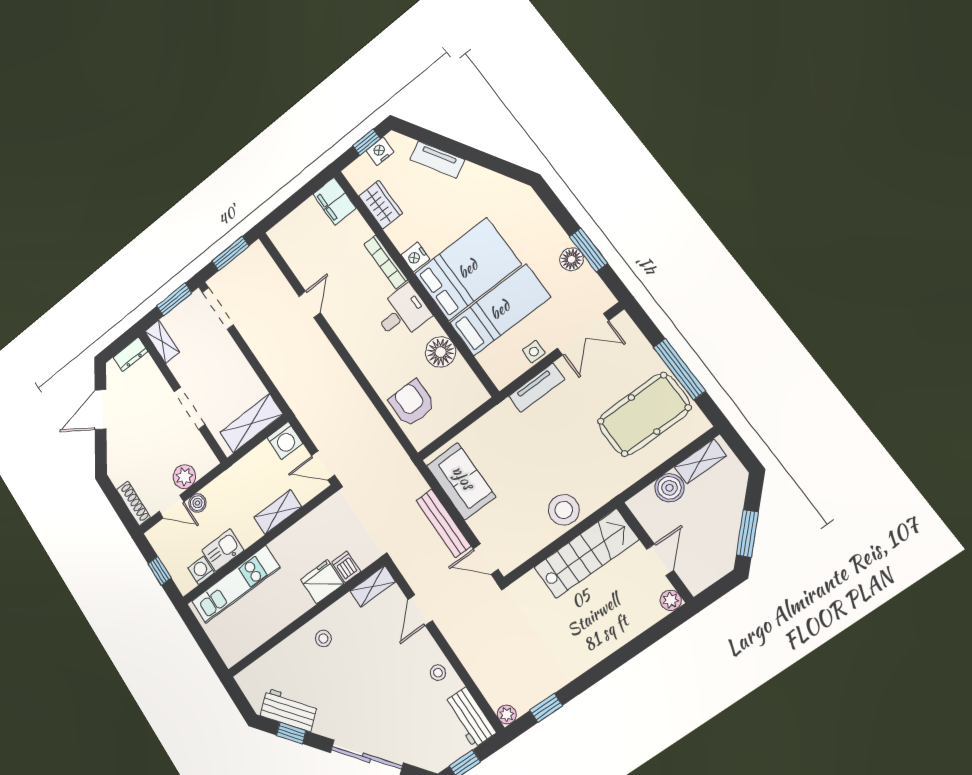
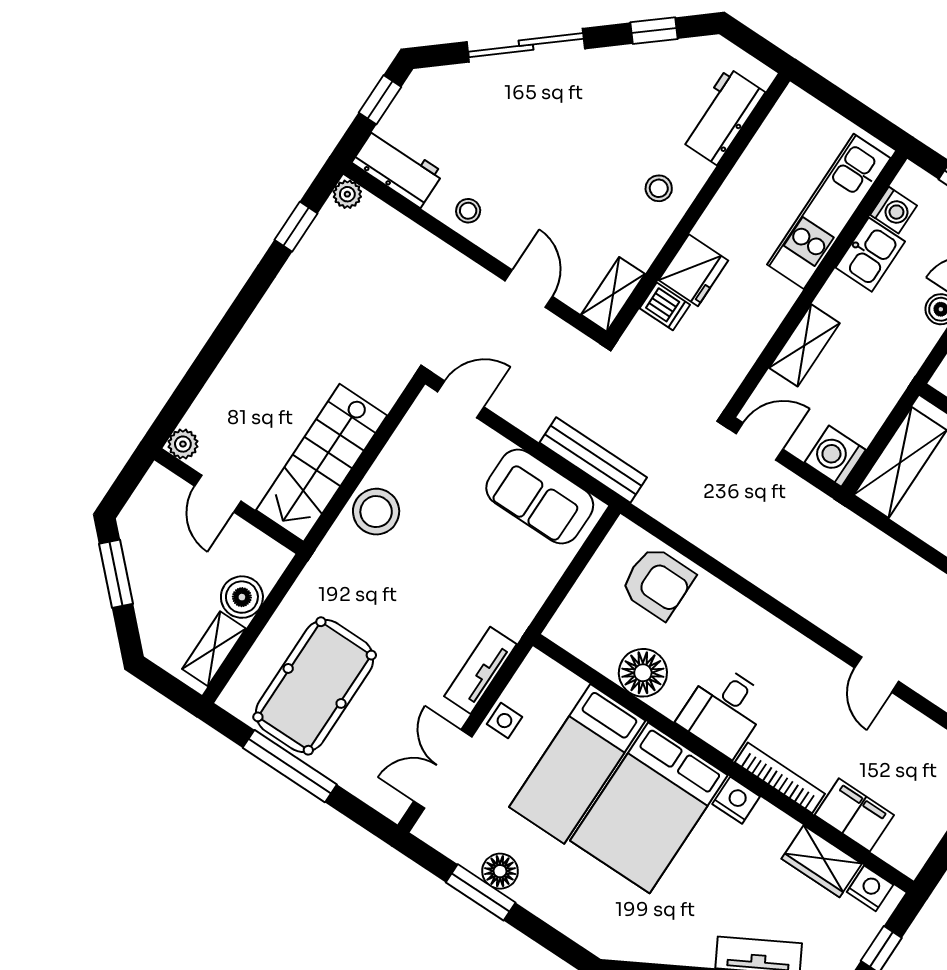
nightstand: (380, 151) -> (870, 888), moved, turned -90
filing cabinet: (334, 201) -> (854, 815), moved
bench: (443, 523) -> (593, 460), moved
workbench: (289, 710) -> (722, 116), moved, turned 130

